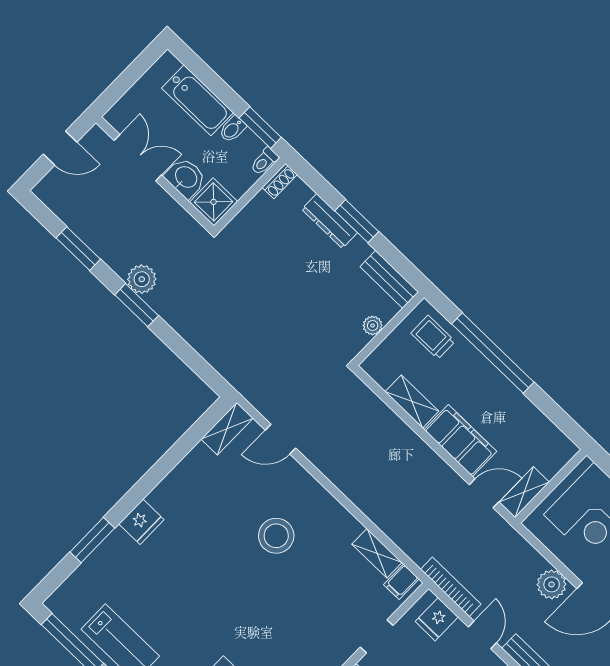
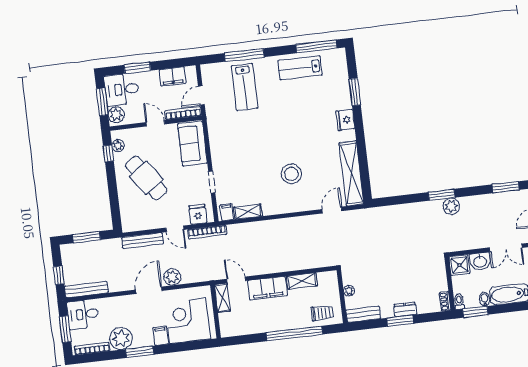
dresser: (329, 221) -> (405, 310), width x0.70
window: (78, 249) -> (506, 187), moved
shelving: (227, 429) -> (351, 173), width x2.20, depth x1.33
door: (484, 493) -> (236, 280), swing flipped

